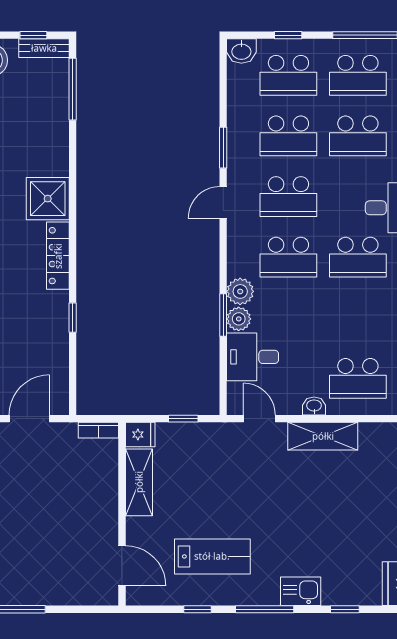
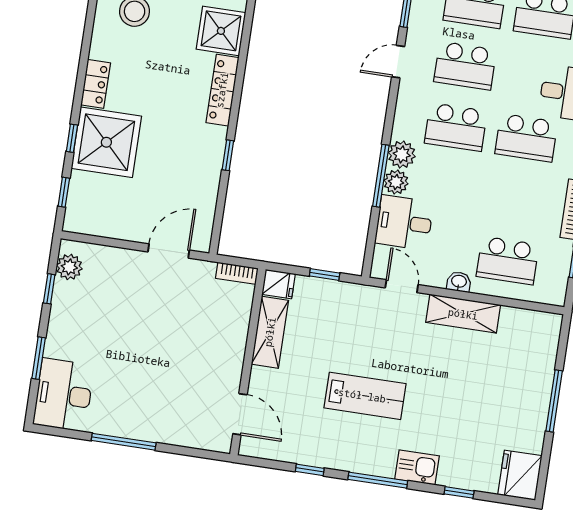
window: (223, 315) -> (381, 176), width x1.44
lab bench: (212, 556) -> (365, 396), moved

